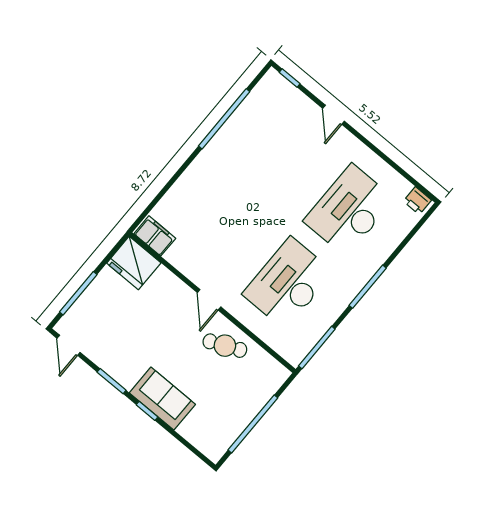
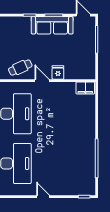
door: (334, 115) -> (43, 197), moved
fridge: (134, 263) -> (58, 72), moved, width x0.53, depth x0.75
sofa: (162, 399) -> (52, 25), moved, width x1.36

